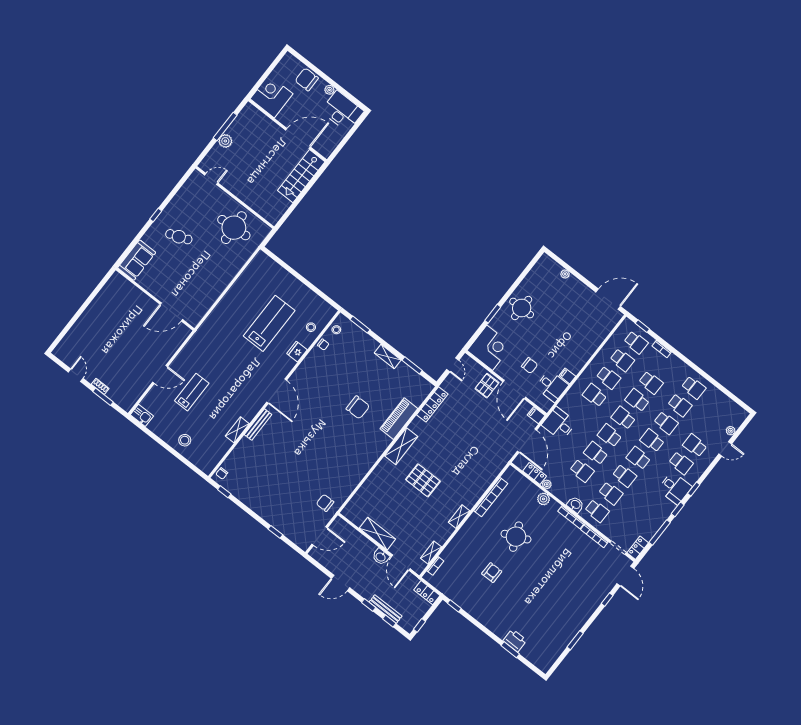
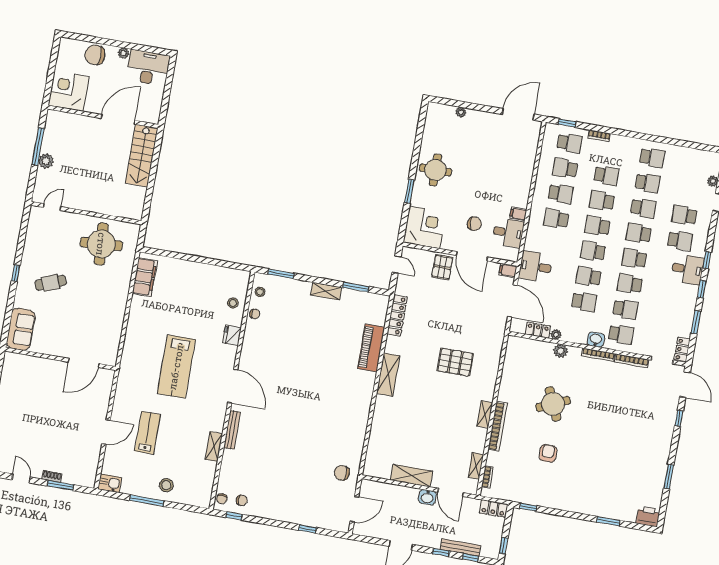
filing cabinet: (254, 271) -> (145, 277), added
lab bench: (269, 323) -> (176, 367), moved, turned 180
school desk: (622, 360) -> (565, 168), turned 180
chair: (358, 407) -> (242, 500), moved, width x0.54, depth x0.54
window: (163, 444) -> (147, 501), added
school desk: (625, 476) -> (630, 284), turned 180
pallet: (423, 480) -> (455, 362), moved
bookcase: (491, 497) -> (498, 426), moved
window: (660, 532) -> (696, 322), width x0.69
printer: (515, 640) -> (648, 516), moved

